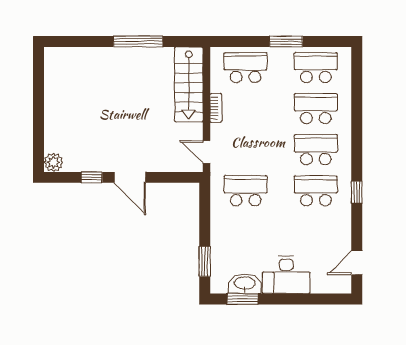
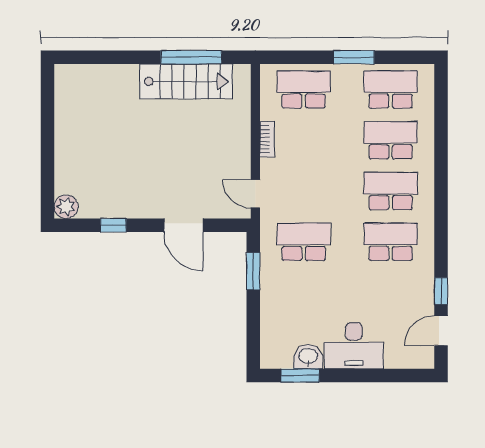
window: (138, 41) -> (191, 57), moved
stairs: (189, 84) -> (186, 81), moved, turned -90
door: (130, 177) -> (183, 225), moved
window: (357, 192) -> (441, 291), moved
window: (205, 261) -> (253, 271), moved
washbasin: (245, 284) -> (308, 357), width x0.72

